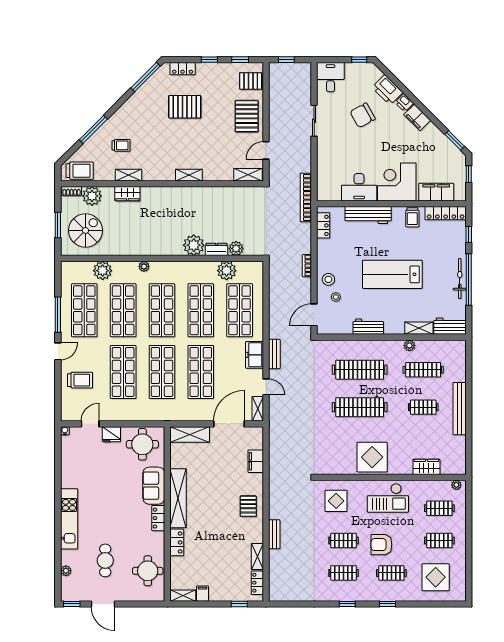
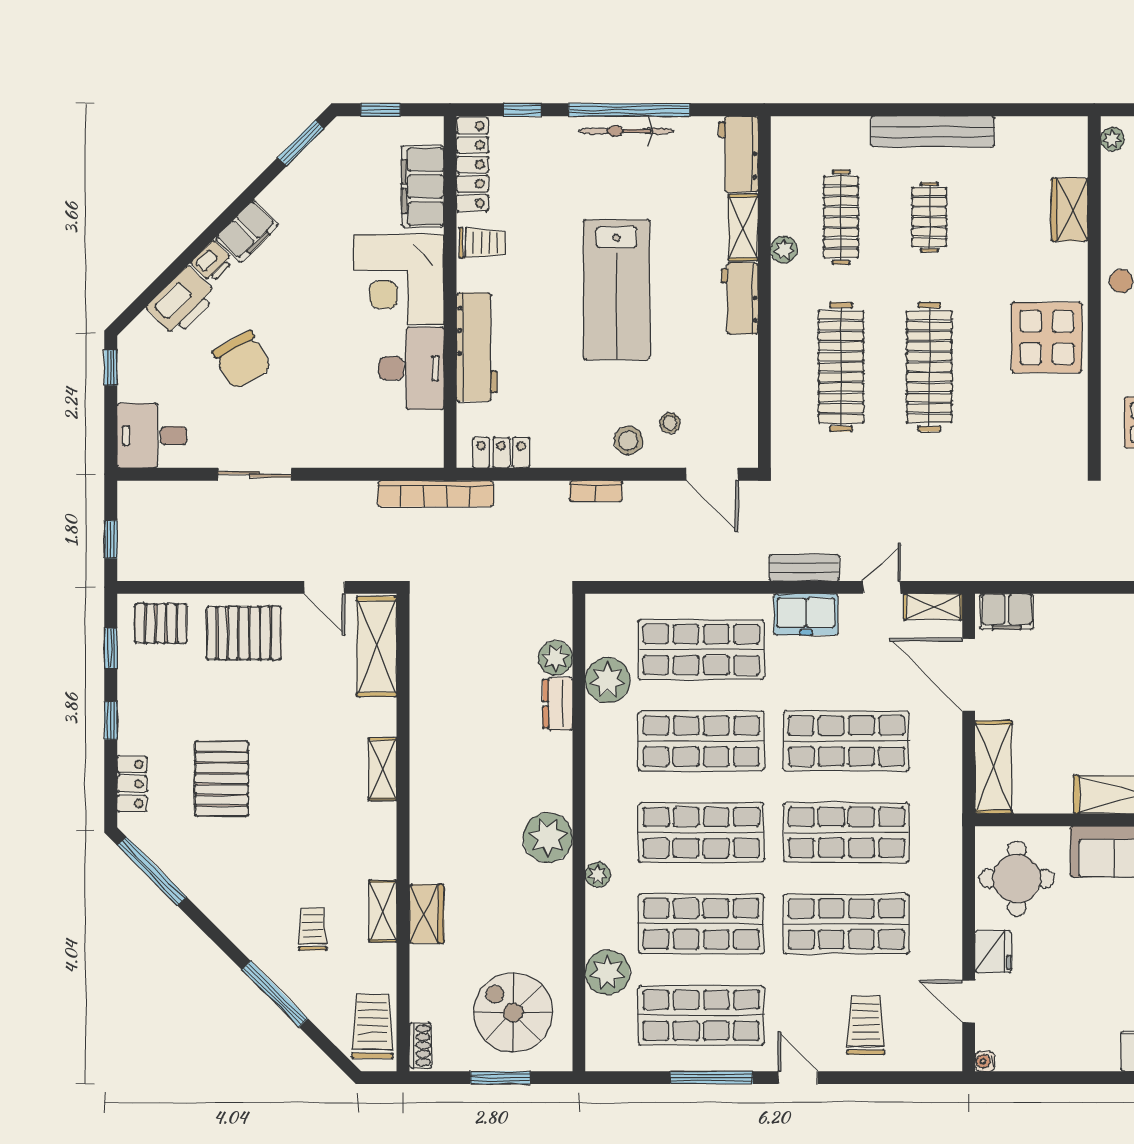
pallet: (251, 81) -> (161, 623), turned 90
shelving: (248, 175) -> (377, 646), width x1.50, depth x1.33
plant: (92, 196) -> (432, 997), removed
plant: (194, 245) -> (548, 838), moved
workbench: (368, 327) -> (740, 298), moved
filing cabinet: (256, 461) -> (1007, 612), moved

